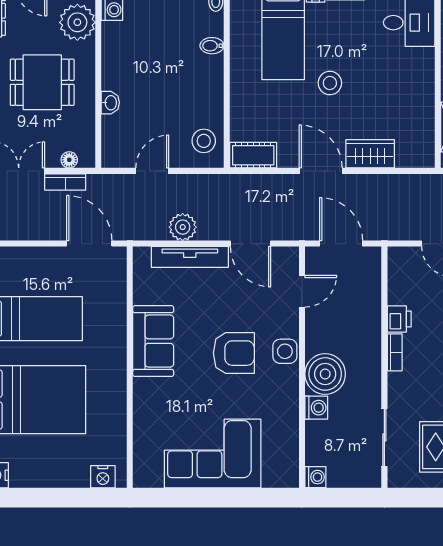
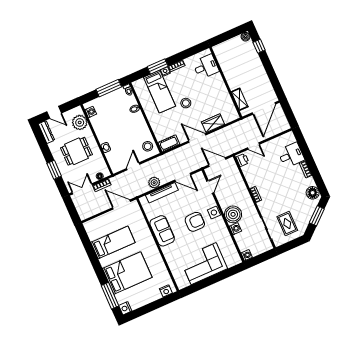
printer: (399, 319) -> (243, 160), moved

